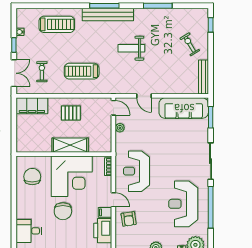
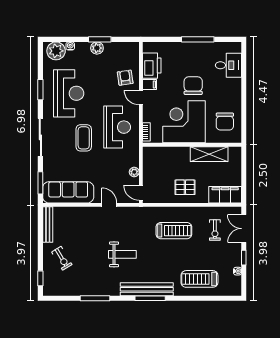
shelving: (70, 145) -> (209, 154), moved
coffee table: (169, 161) -> (84, 138), added
window: (211, 207) -> (40, 90), width x0.47

